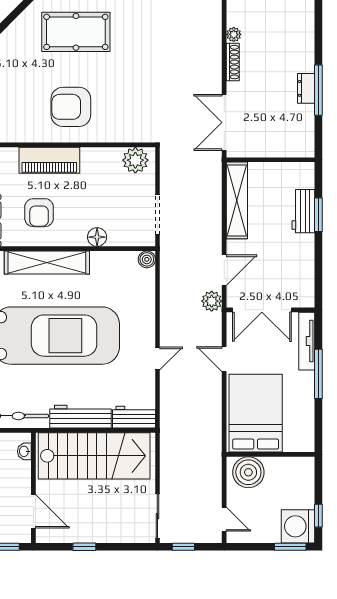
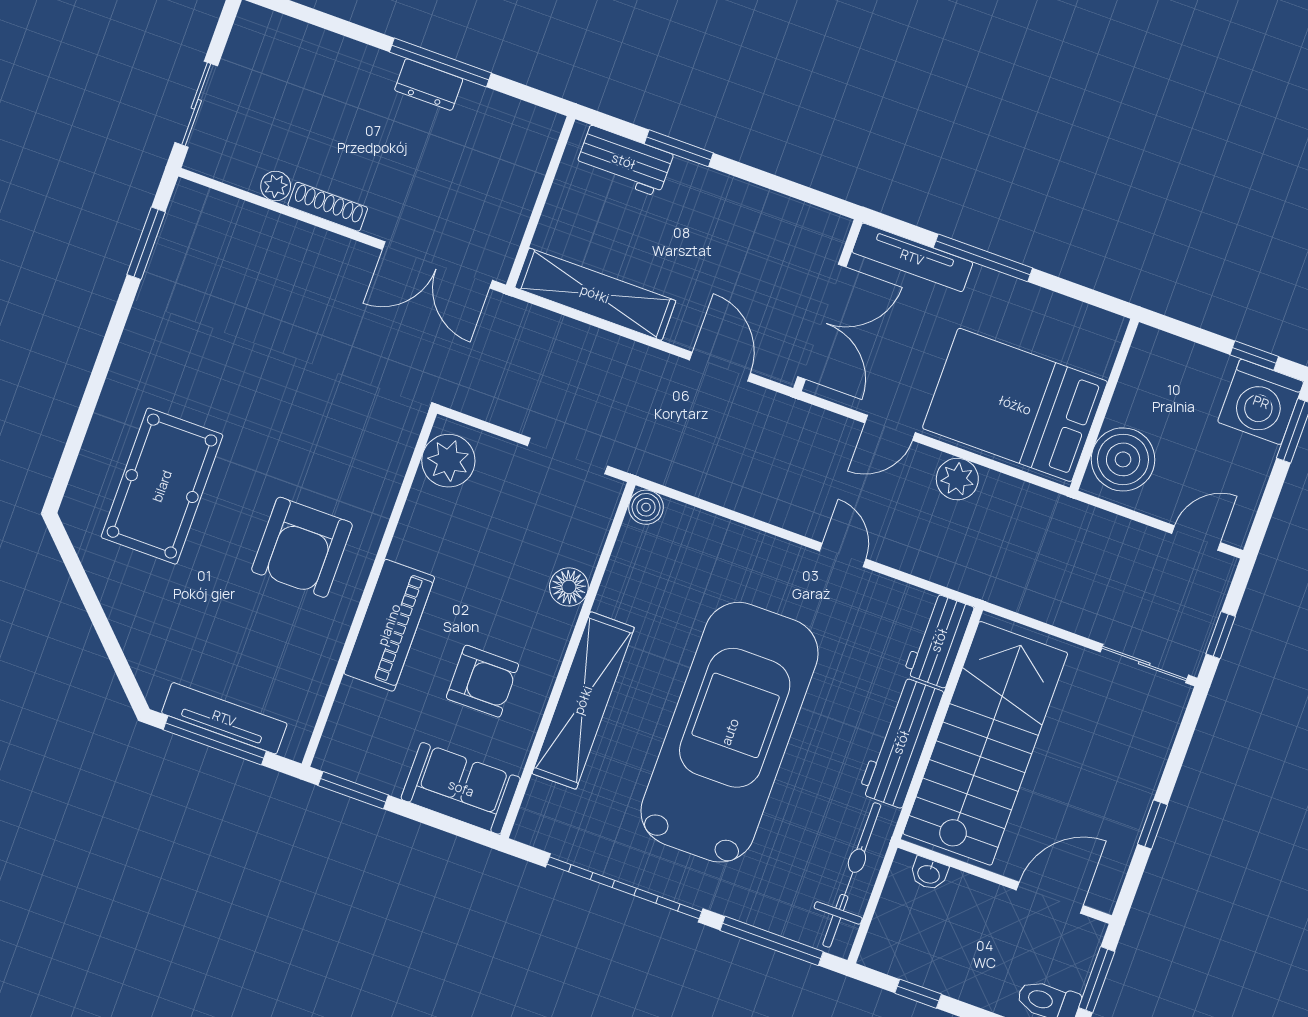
workbench: (303, 211) -> (624, 161), moved
plant: (212, 301) -> (957, 479), moved

